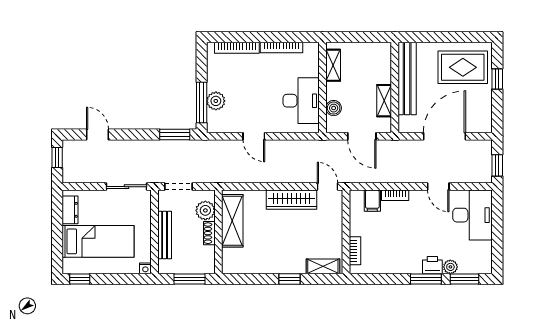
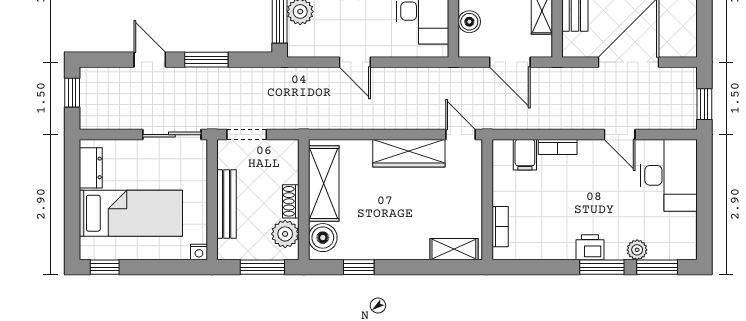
door: (98, 135) -> (150, 60), moved
window: (175, 135) -> (206, 60), moved
plant: (205, 210) -> (285, 234), moved
boiler: (232, 258) -> (323, 238), added
printer: (432, 265) -> (590, 247), moved
window: (289, 279) -> (359, 267), moved

